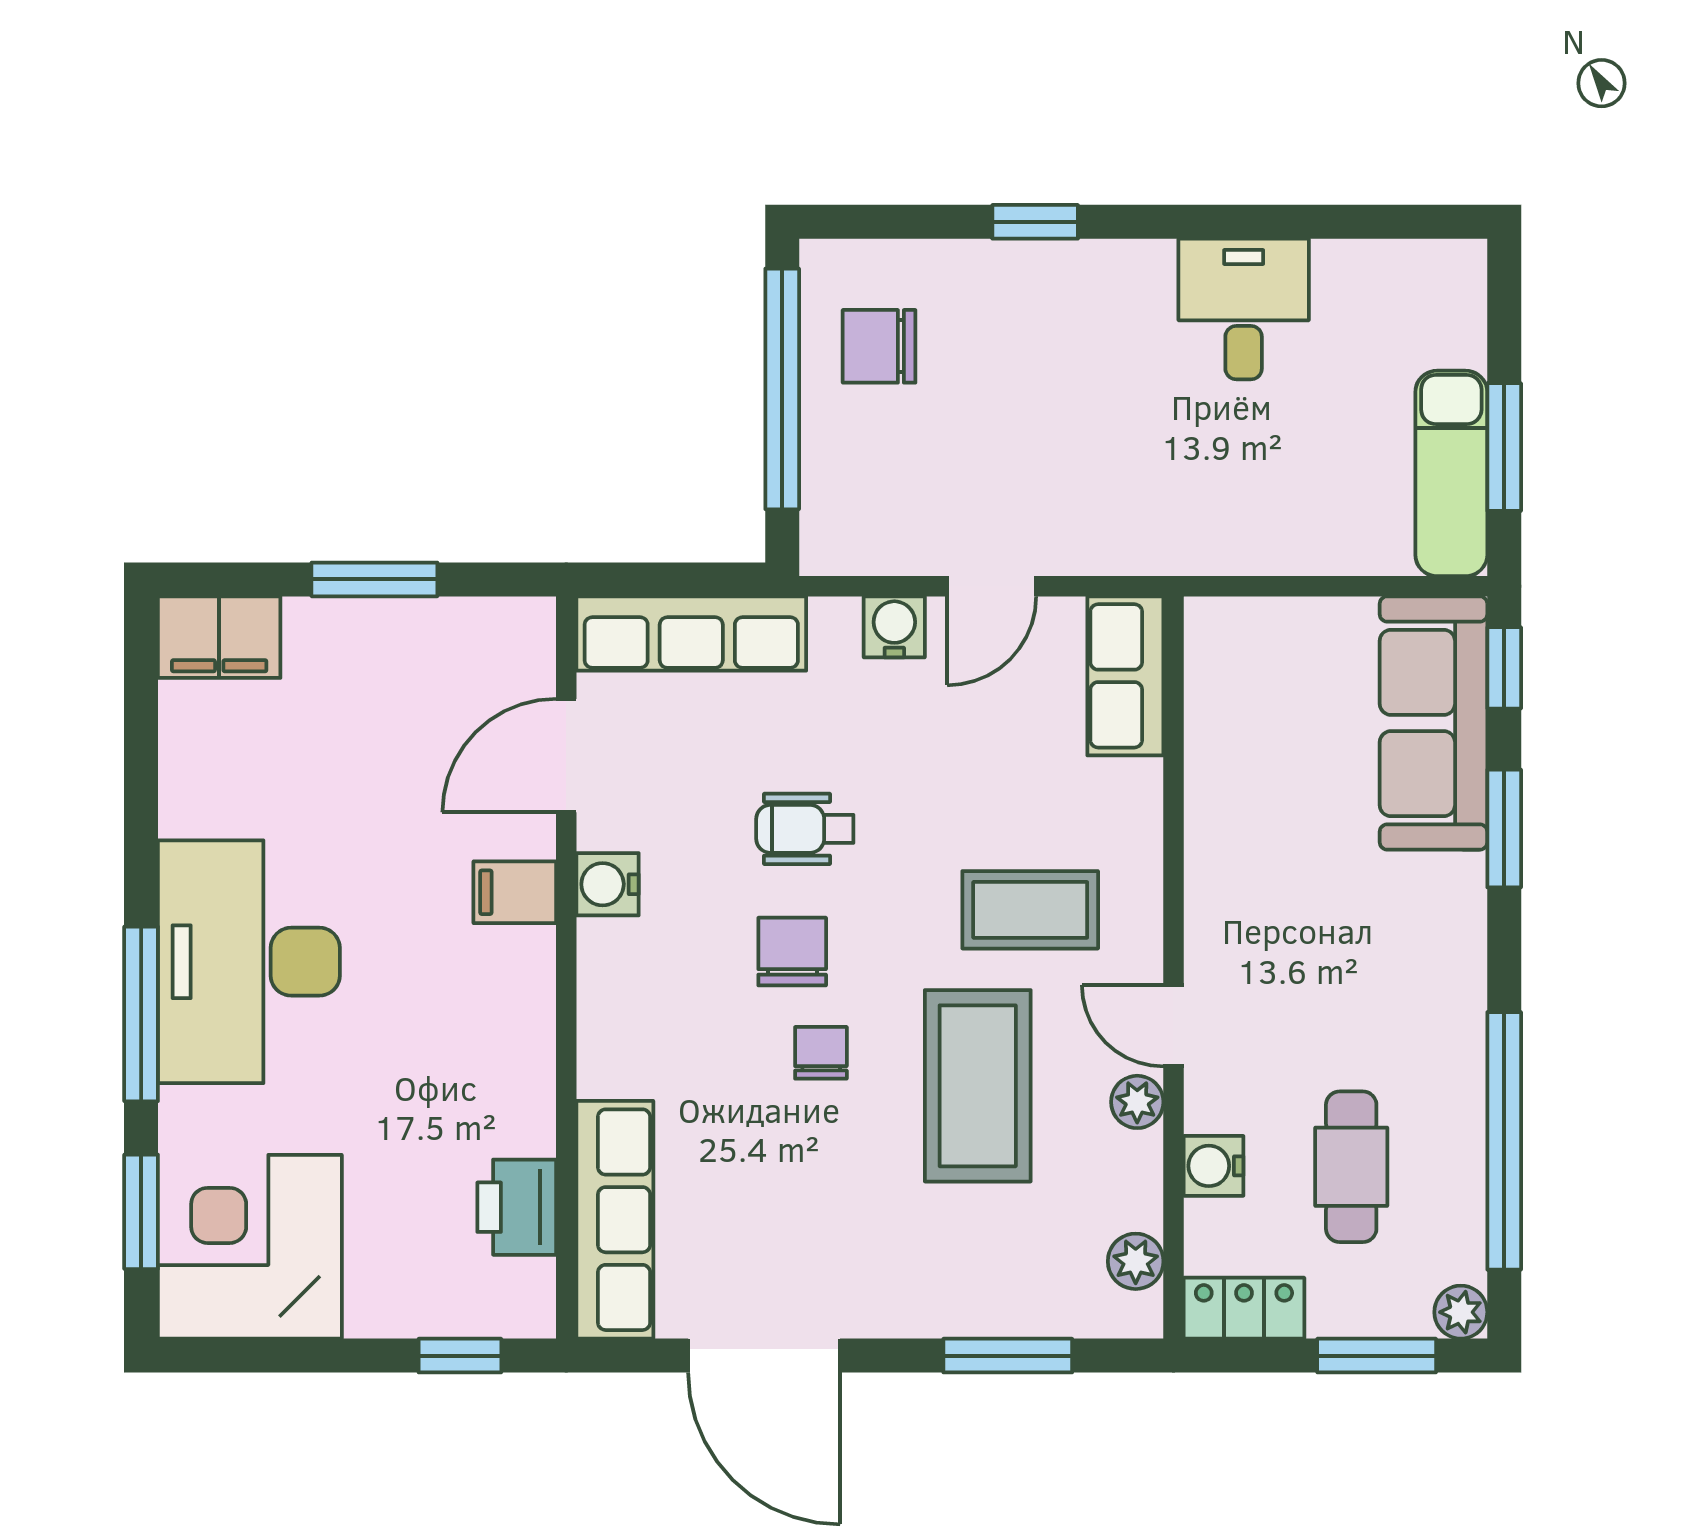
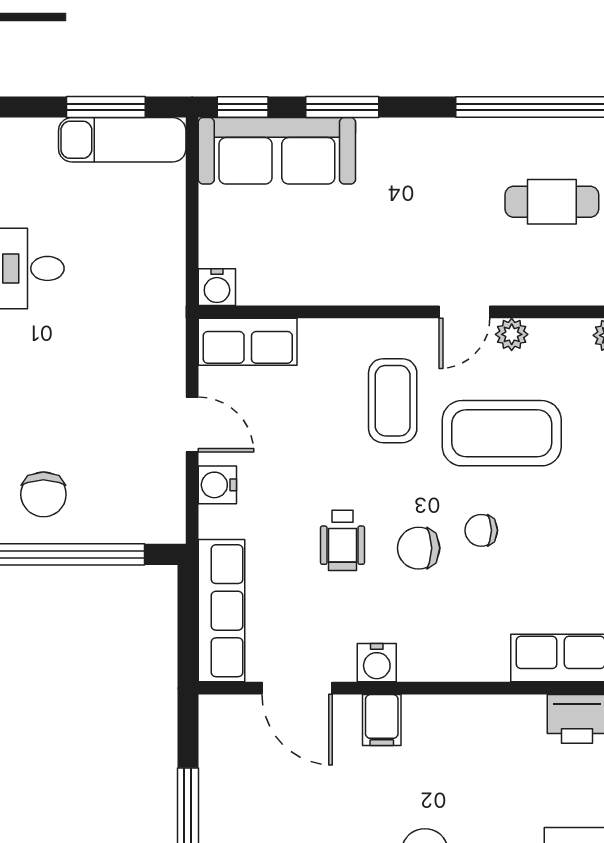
water cooler: (1214, 1166) -> (217, 287), moved

